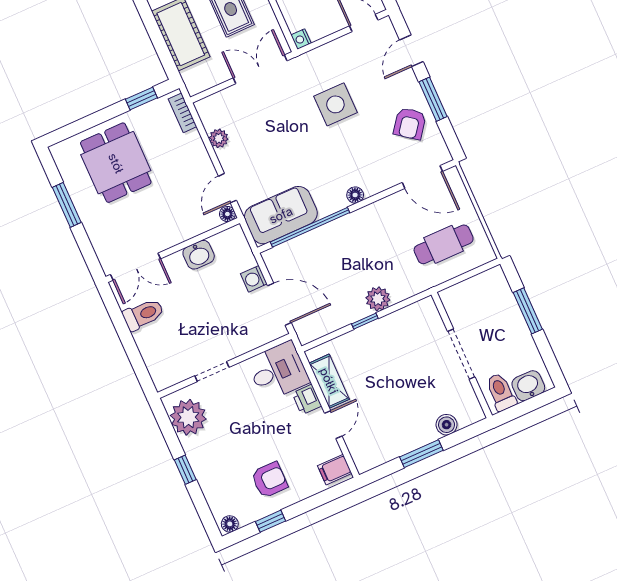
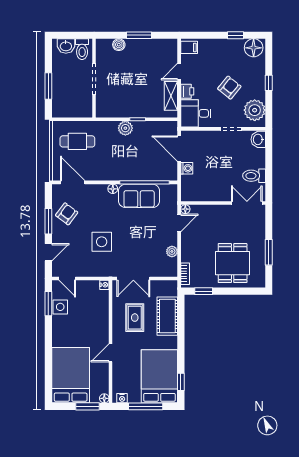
sofa: (281, 215) -> (139, 196), moved
washbasin: (199, 255) -> (258, 139), moved, turned -90
armchair: (269, 480) -> (229, 88), moved, turned 129
floor lamp: (230, 524) -> (254, 48), width x1.89, depth x1.89

